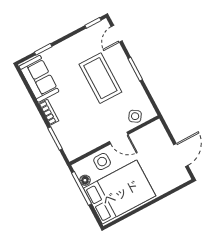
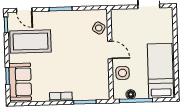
coffee table: (100, 78) -> (30, 42), moved
sofa: (39, 79) -> (20, 82), moved, turned 90
door: (119, 138) -> (110, 50), hinge flipped
bed: (120, 192) -> (160, 71), width x0.67

